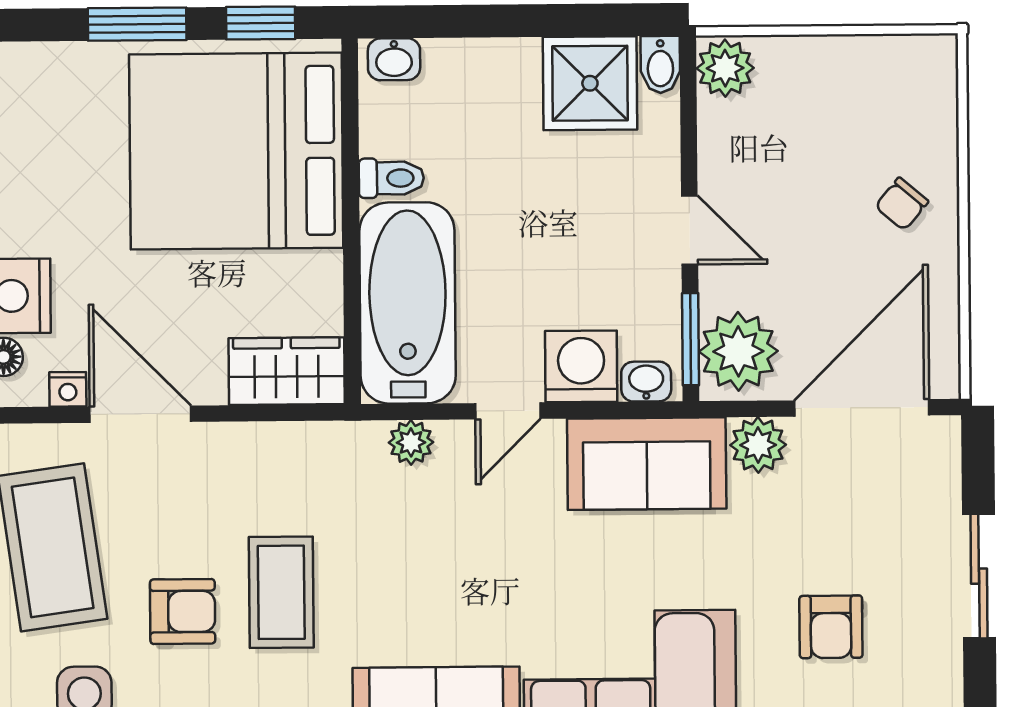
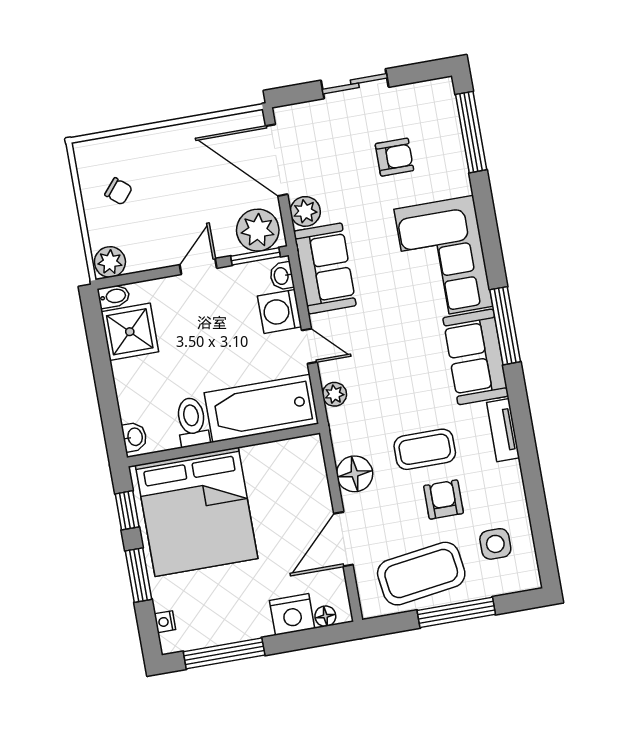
toilet: (391, 178) -> (192, 422), width x1.37, depth x1.39
chair: (902, 204) -> (119, 191), moved
wardrobe: (287, 371) -> (308, 466), removed
nightstand: (68, 389) -> (165, 622), moved, turned 180
floor lamp: (258, 455) -> (355, 474), added

